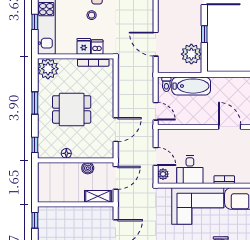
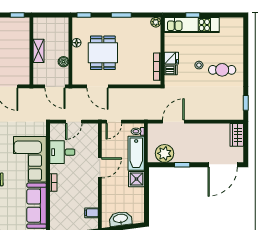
plant: (48, 69) -> (156, 22), width x0.53, depth x0.53
shower: (220, 86) -> (136, 179), added
dining table: (72, 109) -> (103, 53), moved
door: (230, 127) -> (100, 168), moved
plant: (163, 174) -> (58, 128), removed
shelving: (98, 196) -> (39, 51), moved

